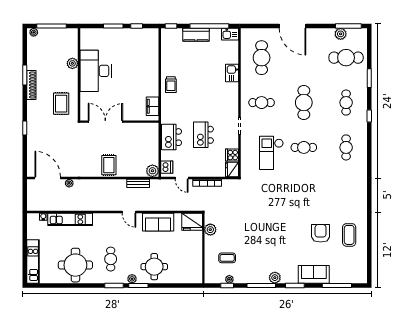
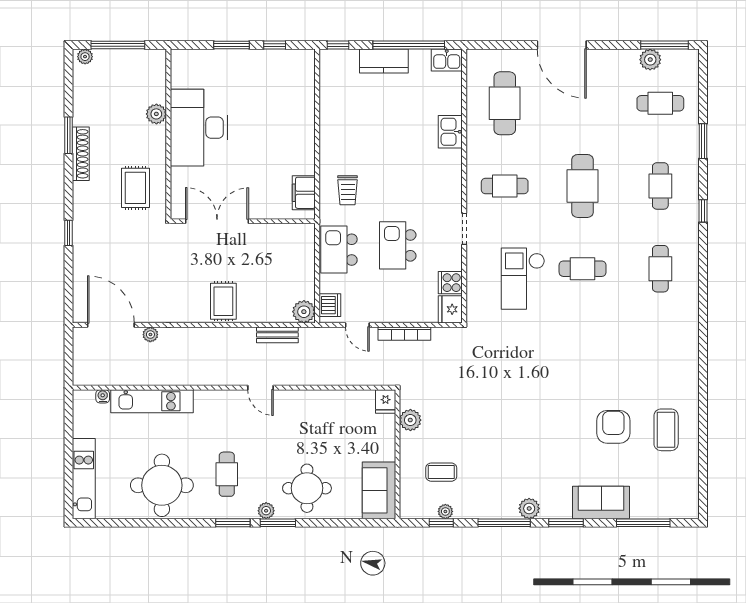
cafe table: (346, 58) -> (660, 103), width x0.73, depth x0.74
trolley: (171, 85) -> (348, 190), moved
sofa: (158, 222) -> (379, 490), moved, turned 90
fridge: (192, 222) -> (386, 401), width x0.53, depth x0.75

